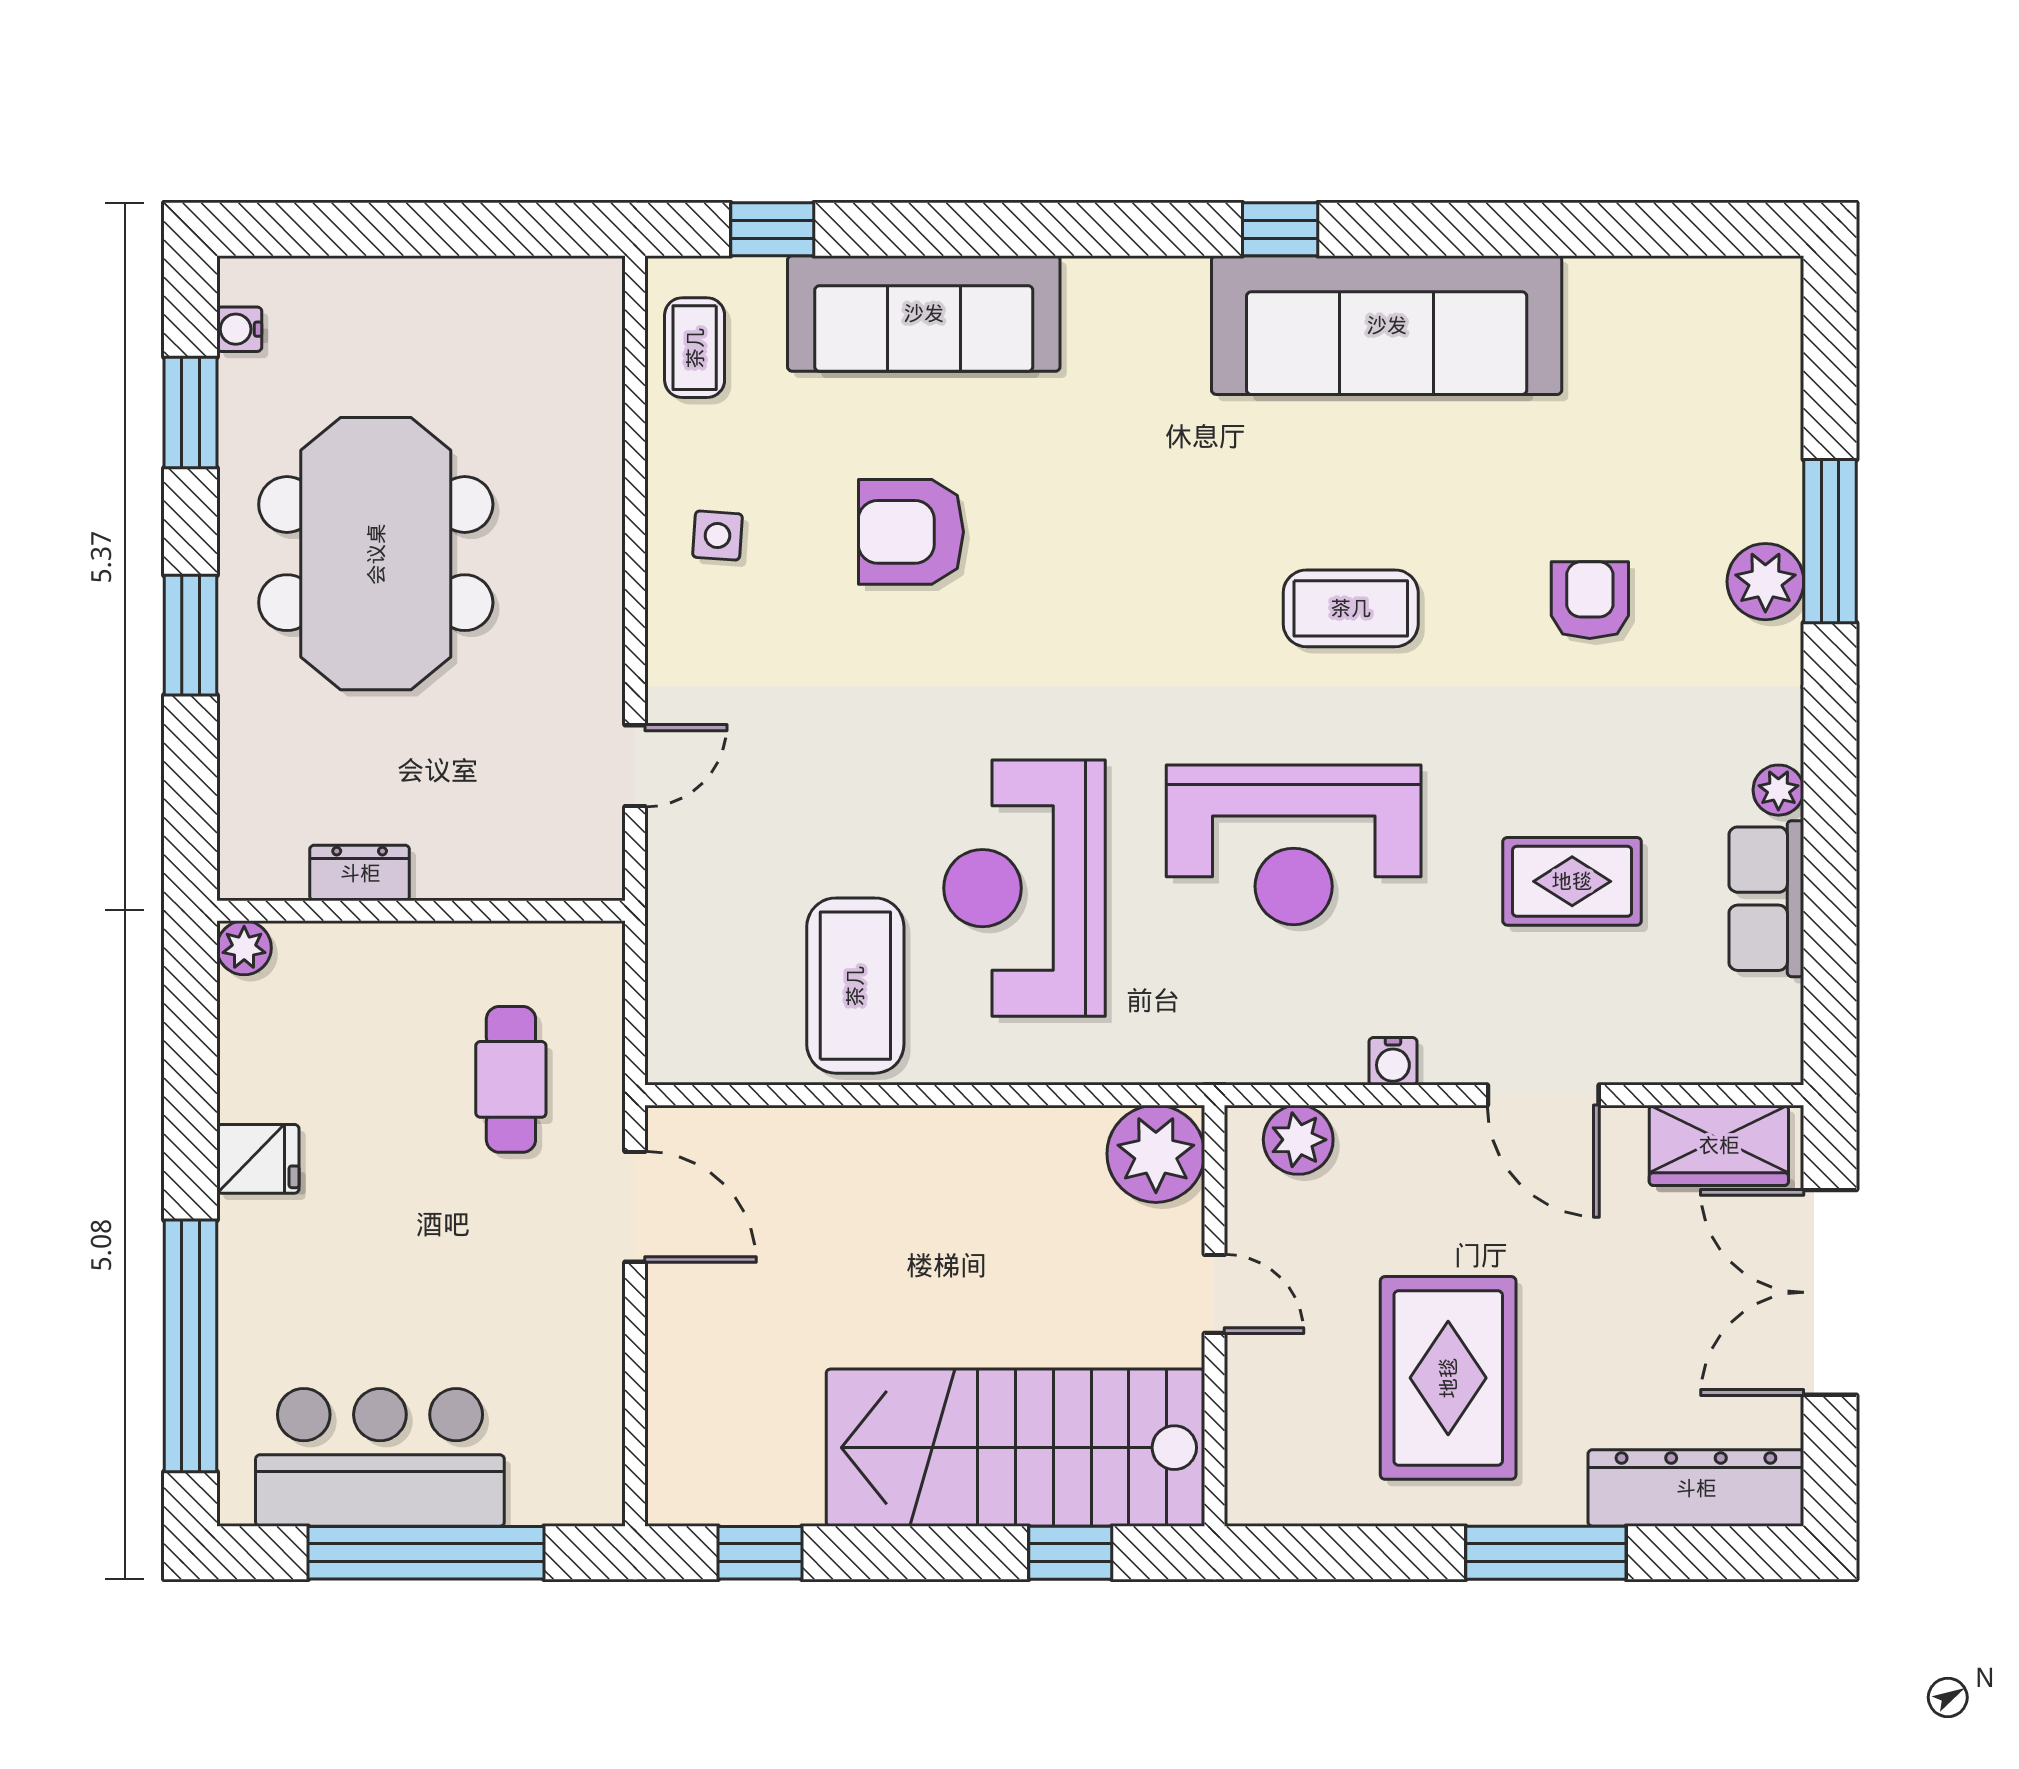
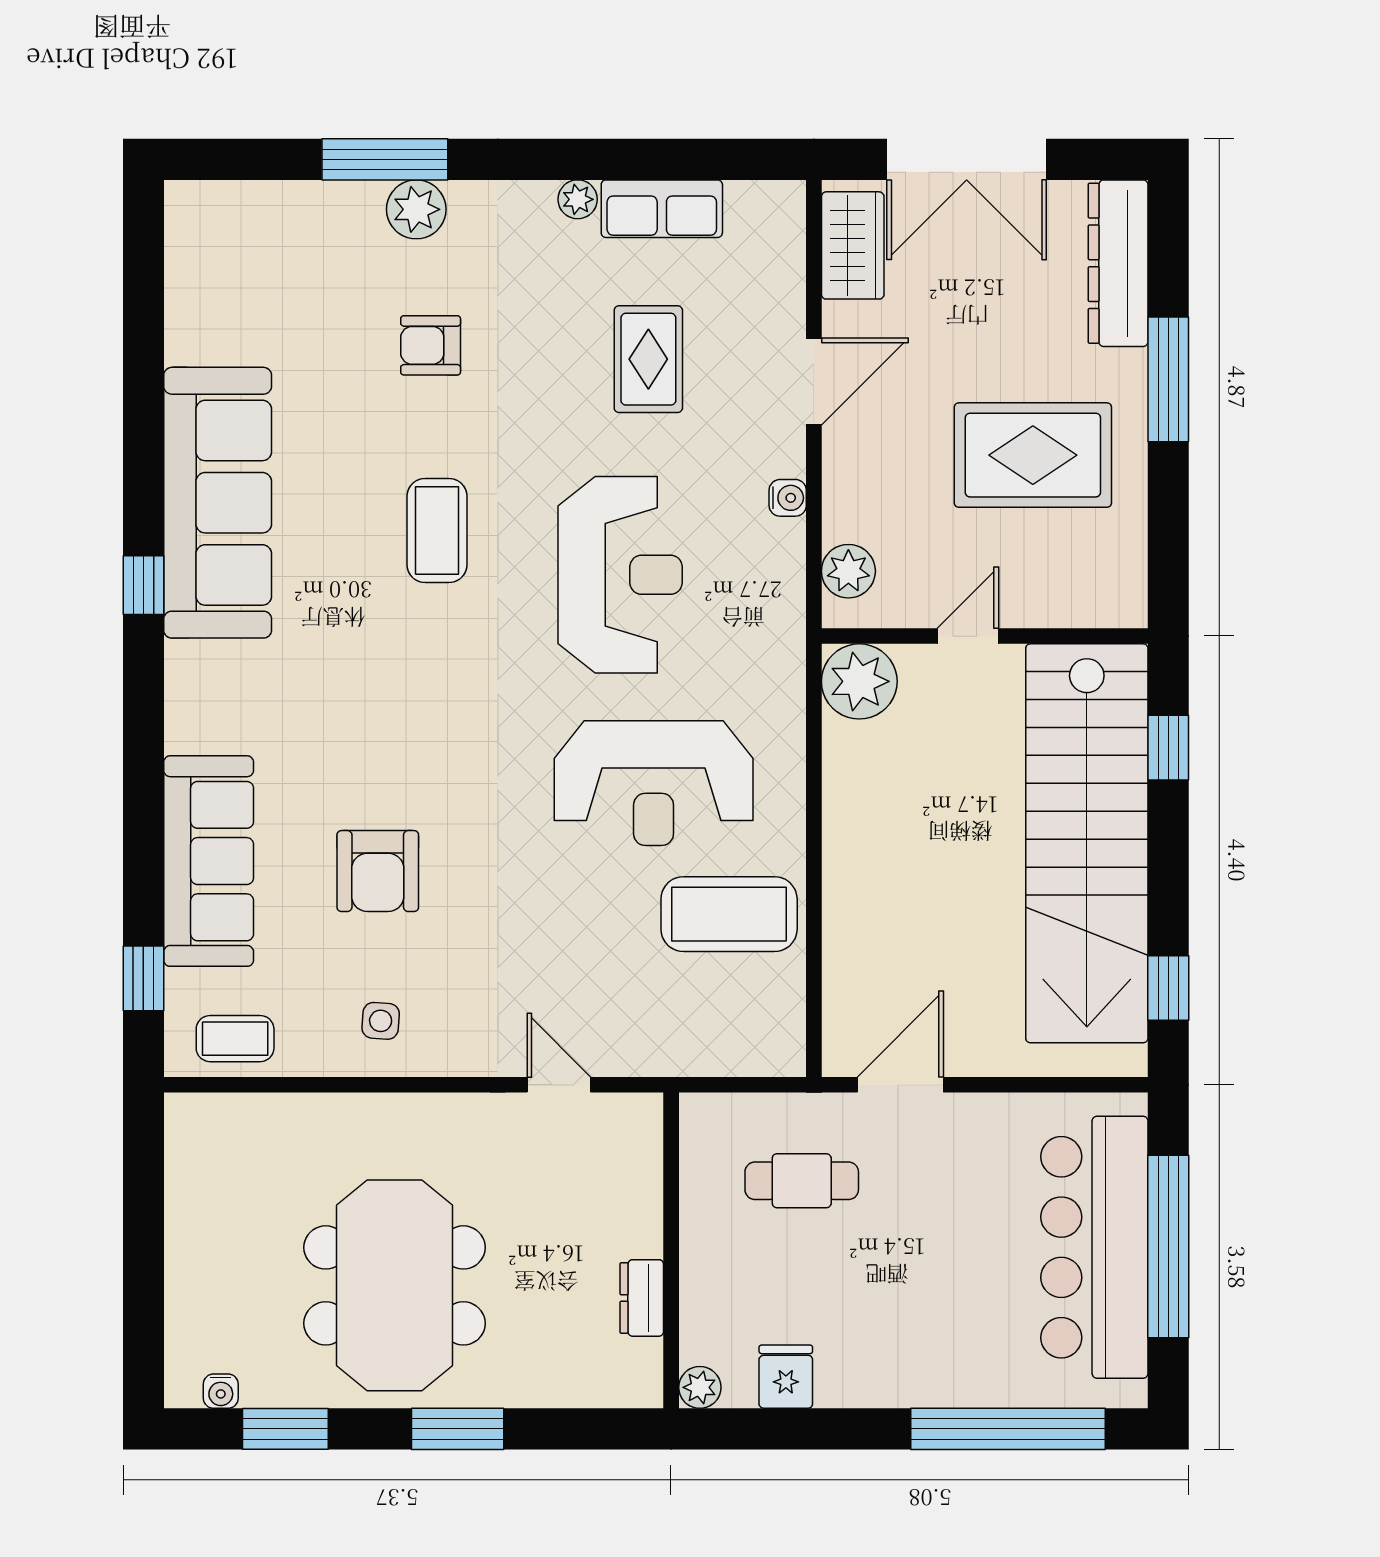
meeting table: (376, 554) -> (395, 1285), turned 90
fridge: (258, 1159) -> (786, 1377), moved
stairs: (1015, 1448) -> (1087, 843), width x1.36
bar counter: (380, 1457) -> (1094, 1247), width x1.36

